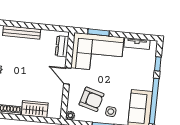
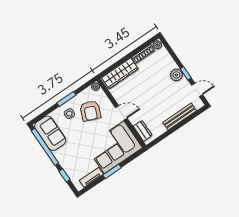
window: (99, 32) -> (112, 171), moved
armchair: (92, 99) -> (90, 111), turned -84
wardrobe: (35, 109) -> (120, 73), width x1.50

